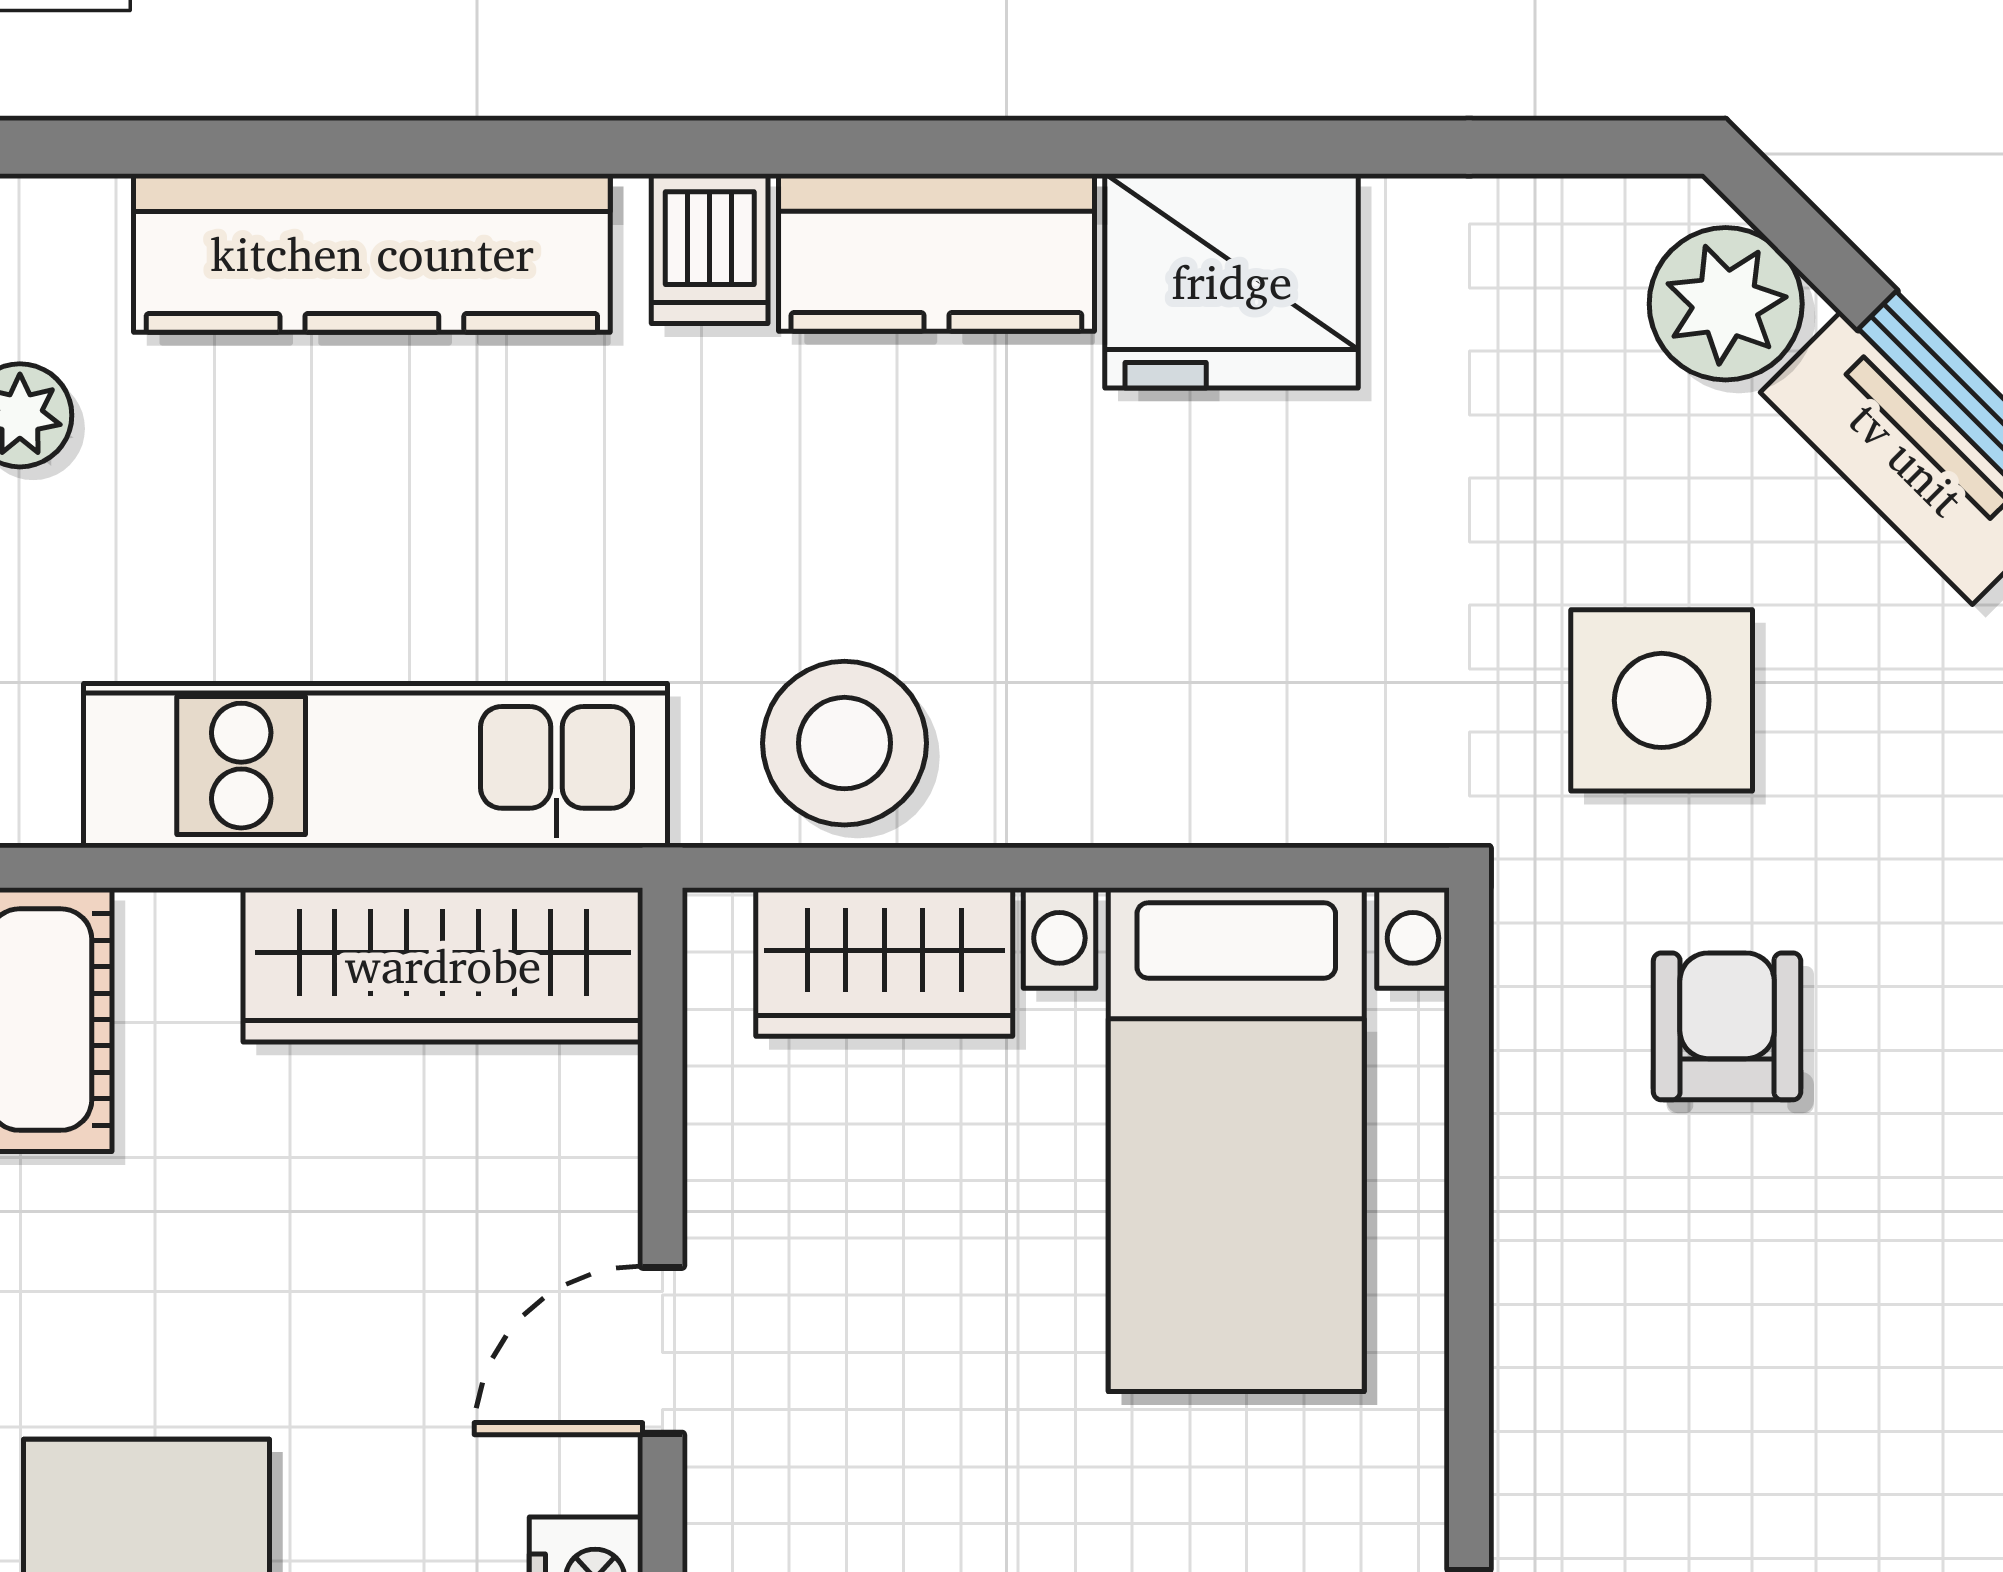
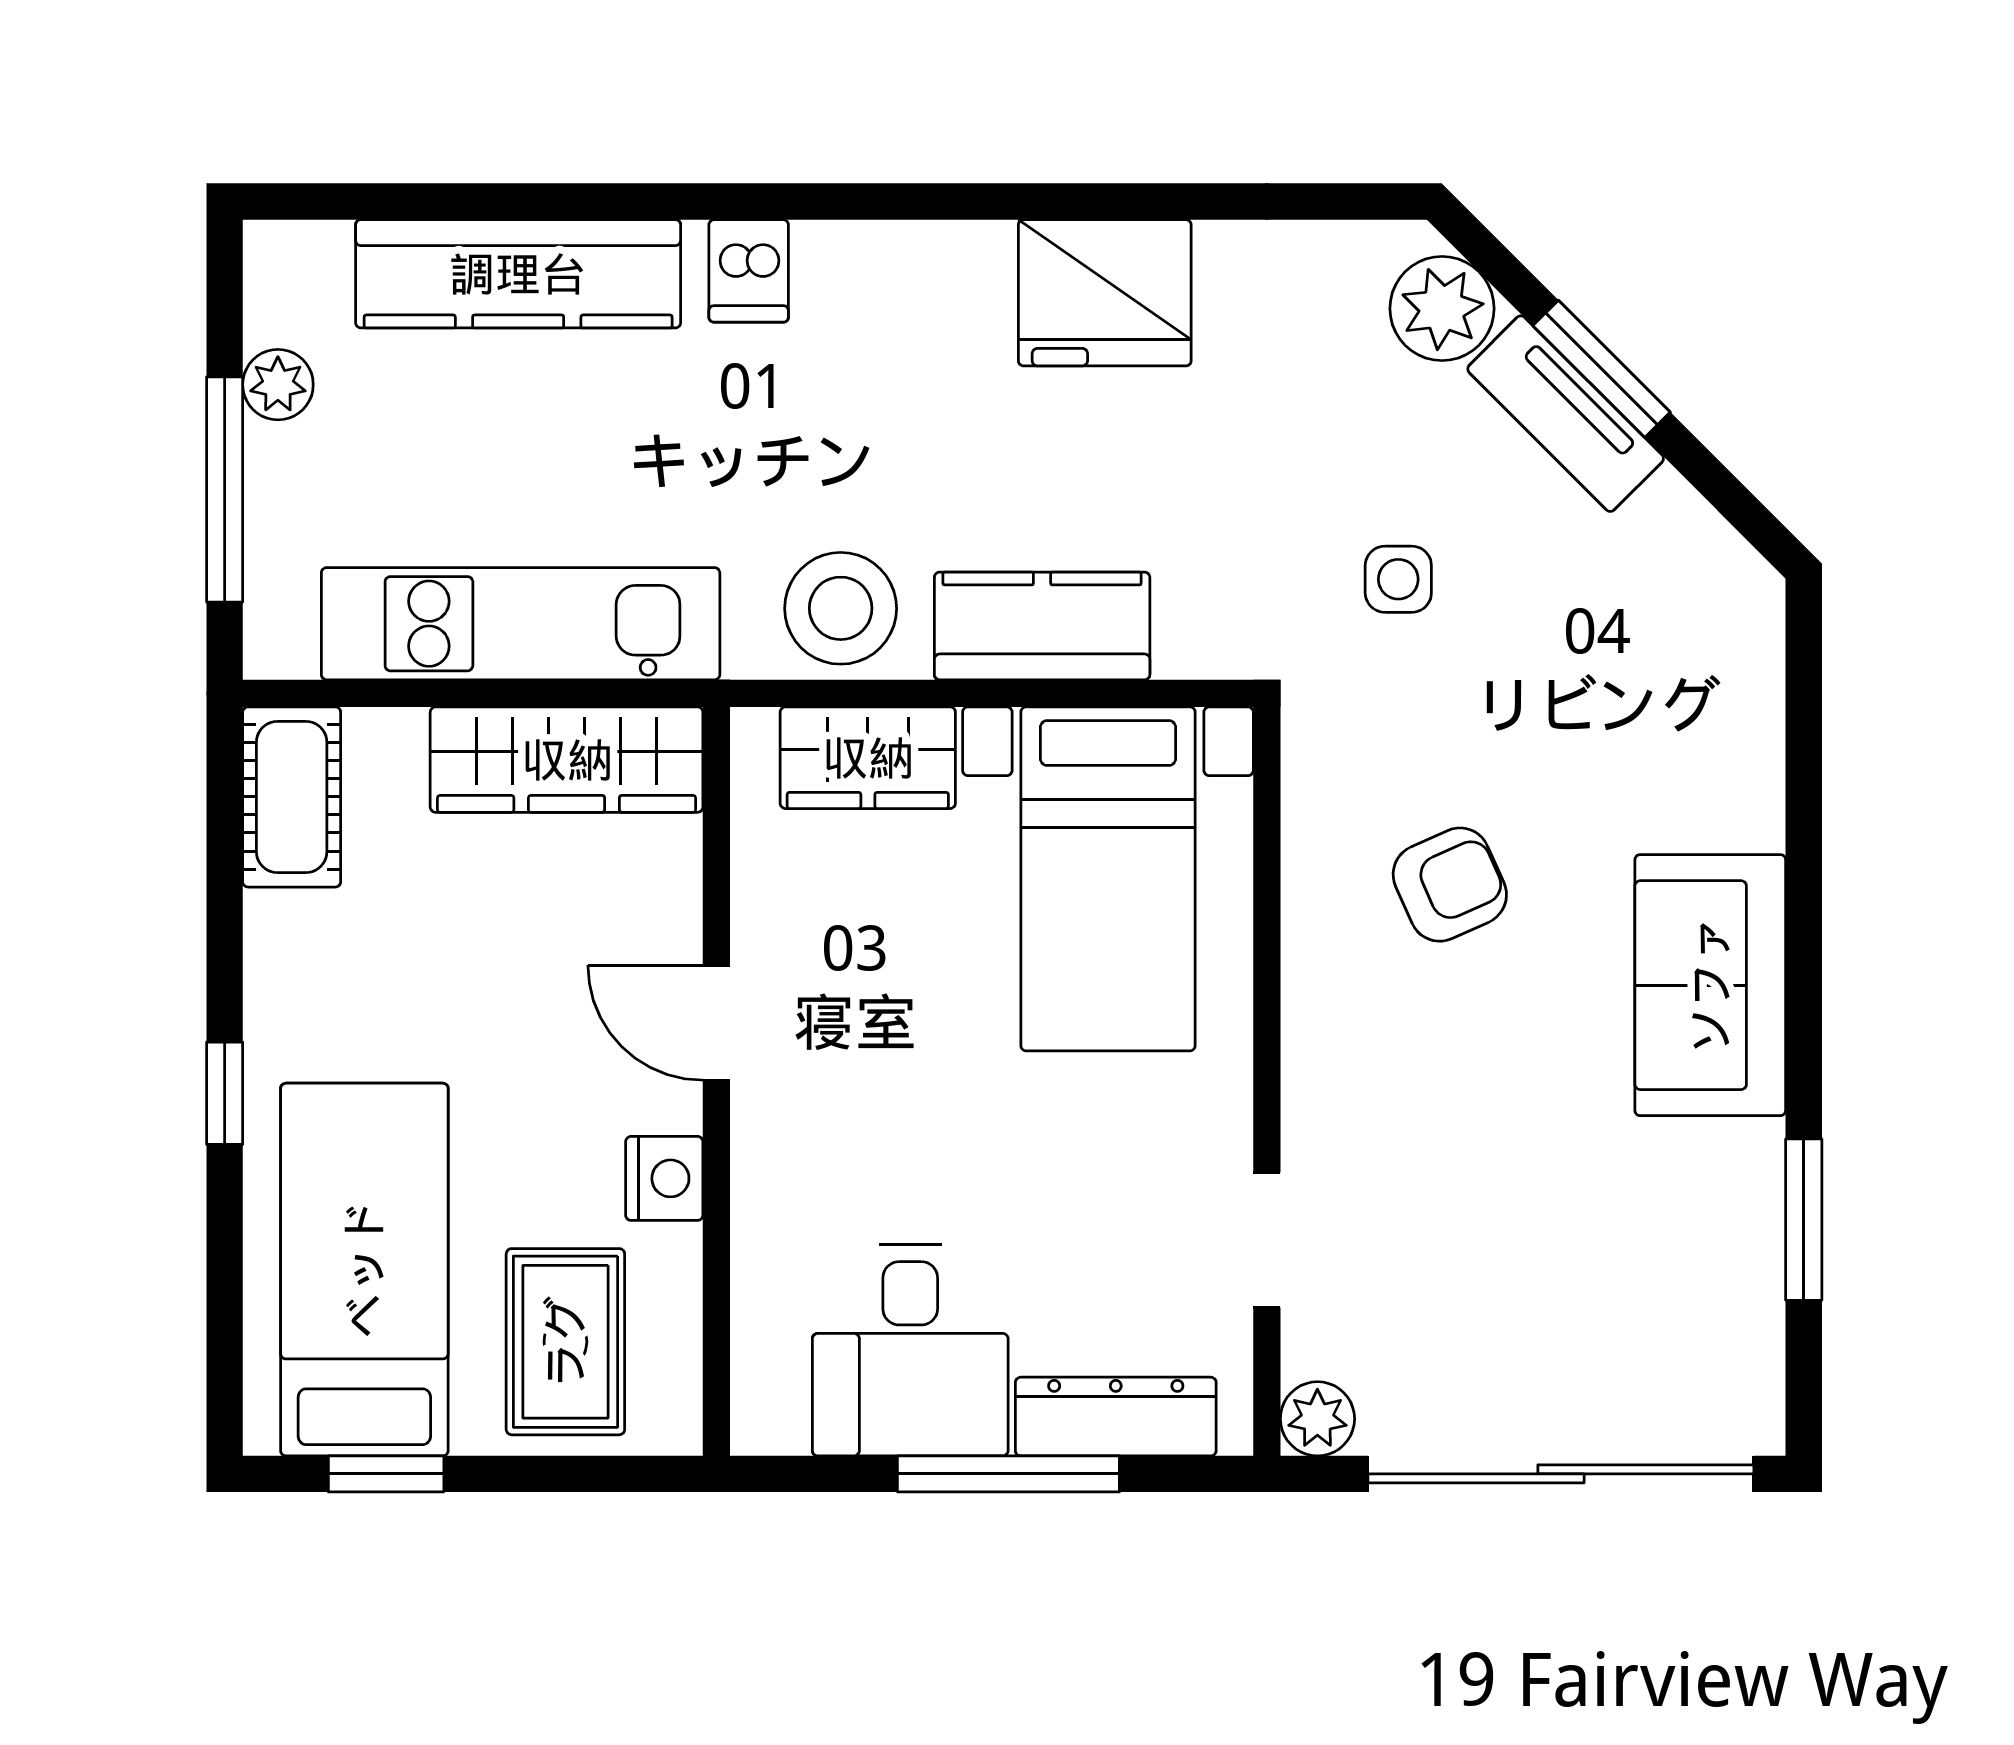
kitchen counter: (936, 252) -> (1042, 626), moved, turned 180
side table: (1662, 700) -> (1398, 579), width x0.54, depth x0.54
armchair: (1727, 1026) -> (1450, 885), moved, turned 66
door: (662, 1350) -> (716, 1023), hinge flipped

